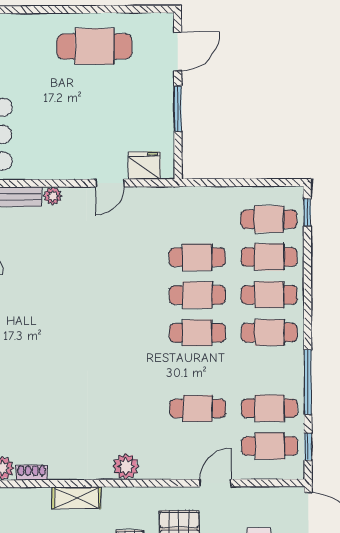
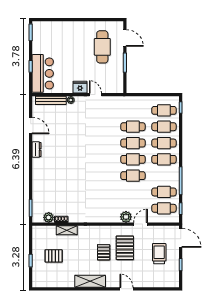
cafe table: (94, 46) -> (102, 47), moved, turned 90
door: (178, 51) -> (125, 38), hinge flipped
fridge: (144, 166) -> (80, 87), moved
door: (110, 183) -> (95, 95), swing flipped
cafe table: (198, 408) -> (133, 176), moved
plant: (126, 466) -> (126, 217), moved
shelving: (76, 498) -> (67, 230), moved

